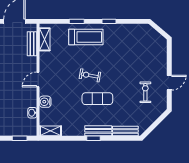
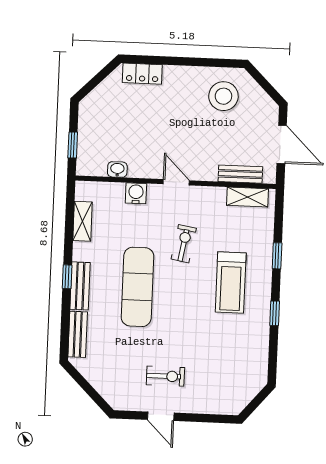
treadmill: (86, 37) -> (231, 282), moved
exercise bike: (90, 75) -> (184, 244), moved
exercise bike: (145, 92) -> (165, 376), moved
exercise mat: (97, 99) -> (137, 287), width x1.36, depth x1.45
shelving: (50, 131) -> (83, 221), moved

